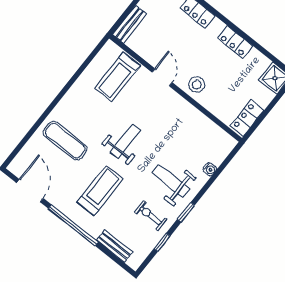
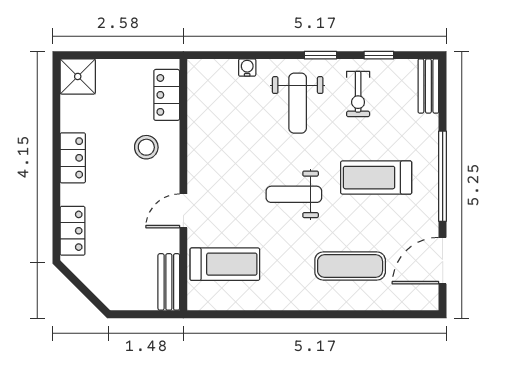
bench: (130, 24) -> (169, 282), moved, turned 90
stool: (197, 85) -> (146, 147), moved
locker: (247, 118) -> (167, 95), moved, turned 90
exercise mat: (65, 141) -> (350, 266), turned 90
bench: (114, 246) -> (428, 86), moved

